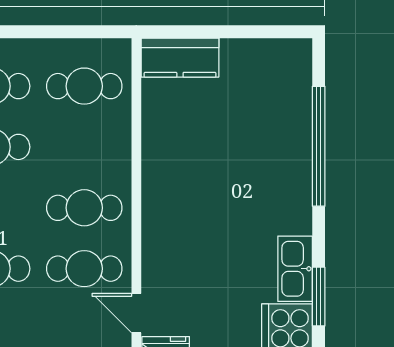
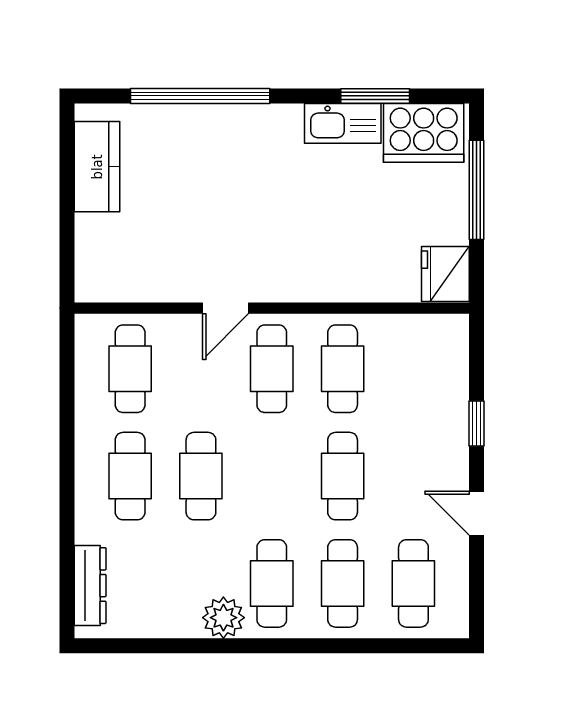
kitchen counter: (180, 58) -> (97, 167), moved
door: (136, 313) -> (226, 308), moved

